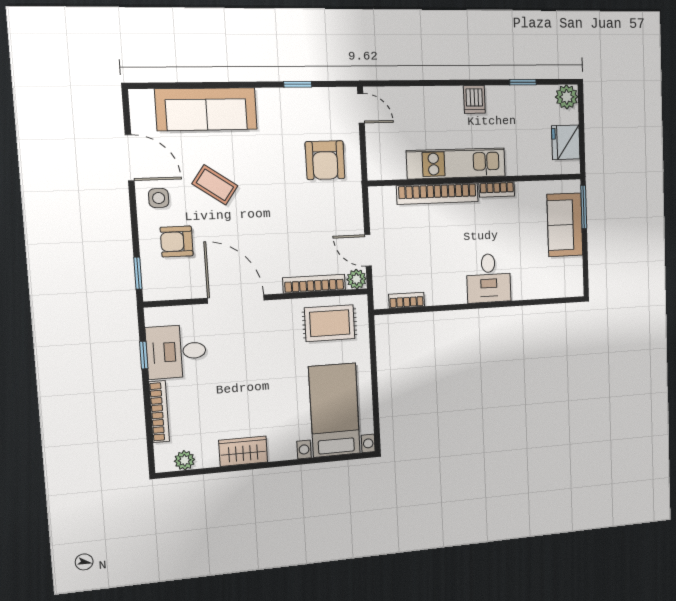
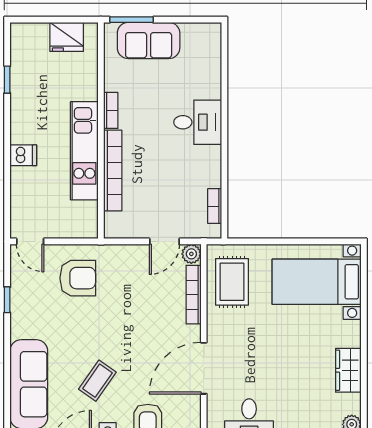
plant: (567, 97) -> (22, 35), removed
dishwasher: (474, 99) -> (23, 155), moved
door: (361, 108) -> (30, 241), swing flipped

